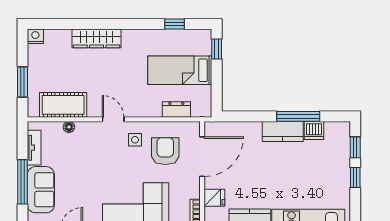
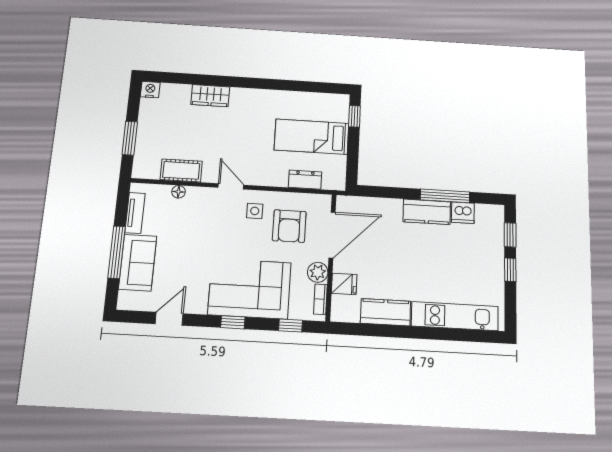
window: (174, 24) -> (308, 87), removed
wardrobe: (97, 38) -> (210, 96), width x0.67
cot: (63, 105) -> (181, 170), width x0.73, depth x0.75
armchair: (165, 151) -> (289, 226), turned 180
plant: (192, 189) -> (318, 272), added

